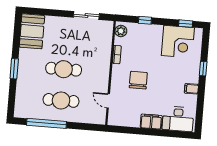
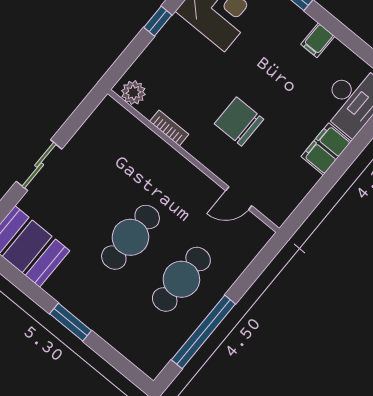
sliding door: (86, 15) -> (39, 165), moved
window: (145, 20) -> (158, 21), moved

